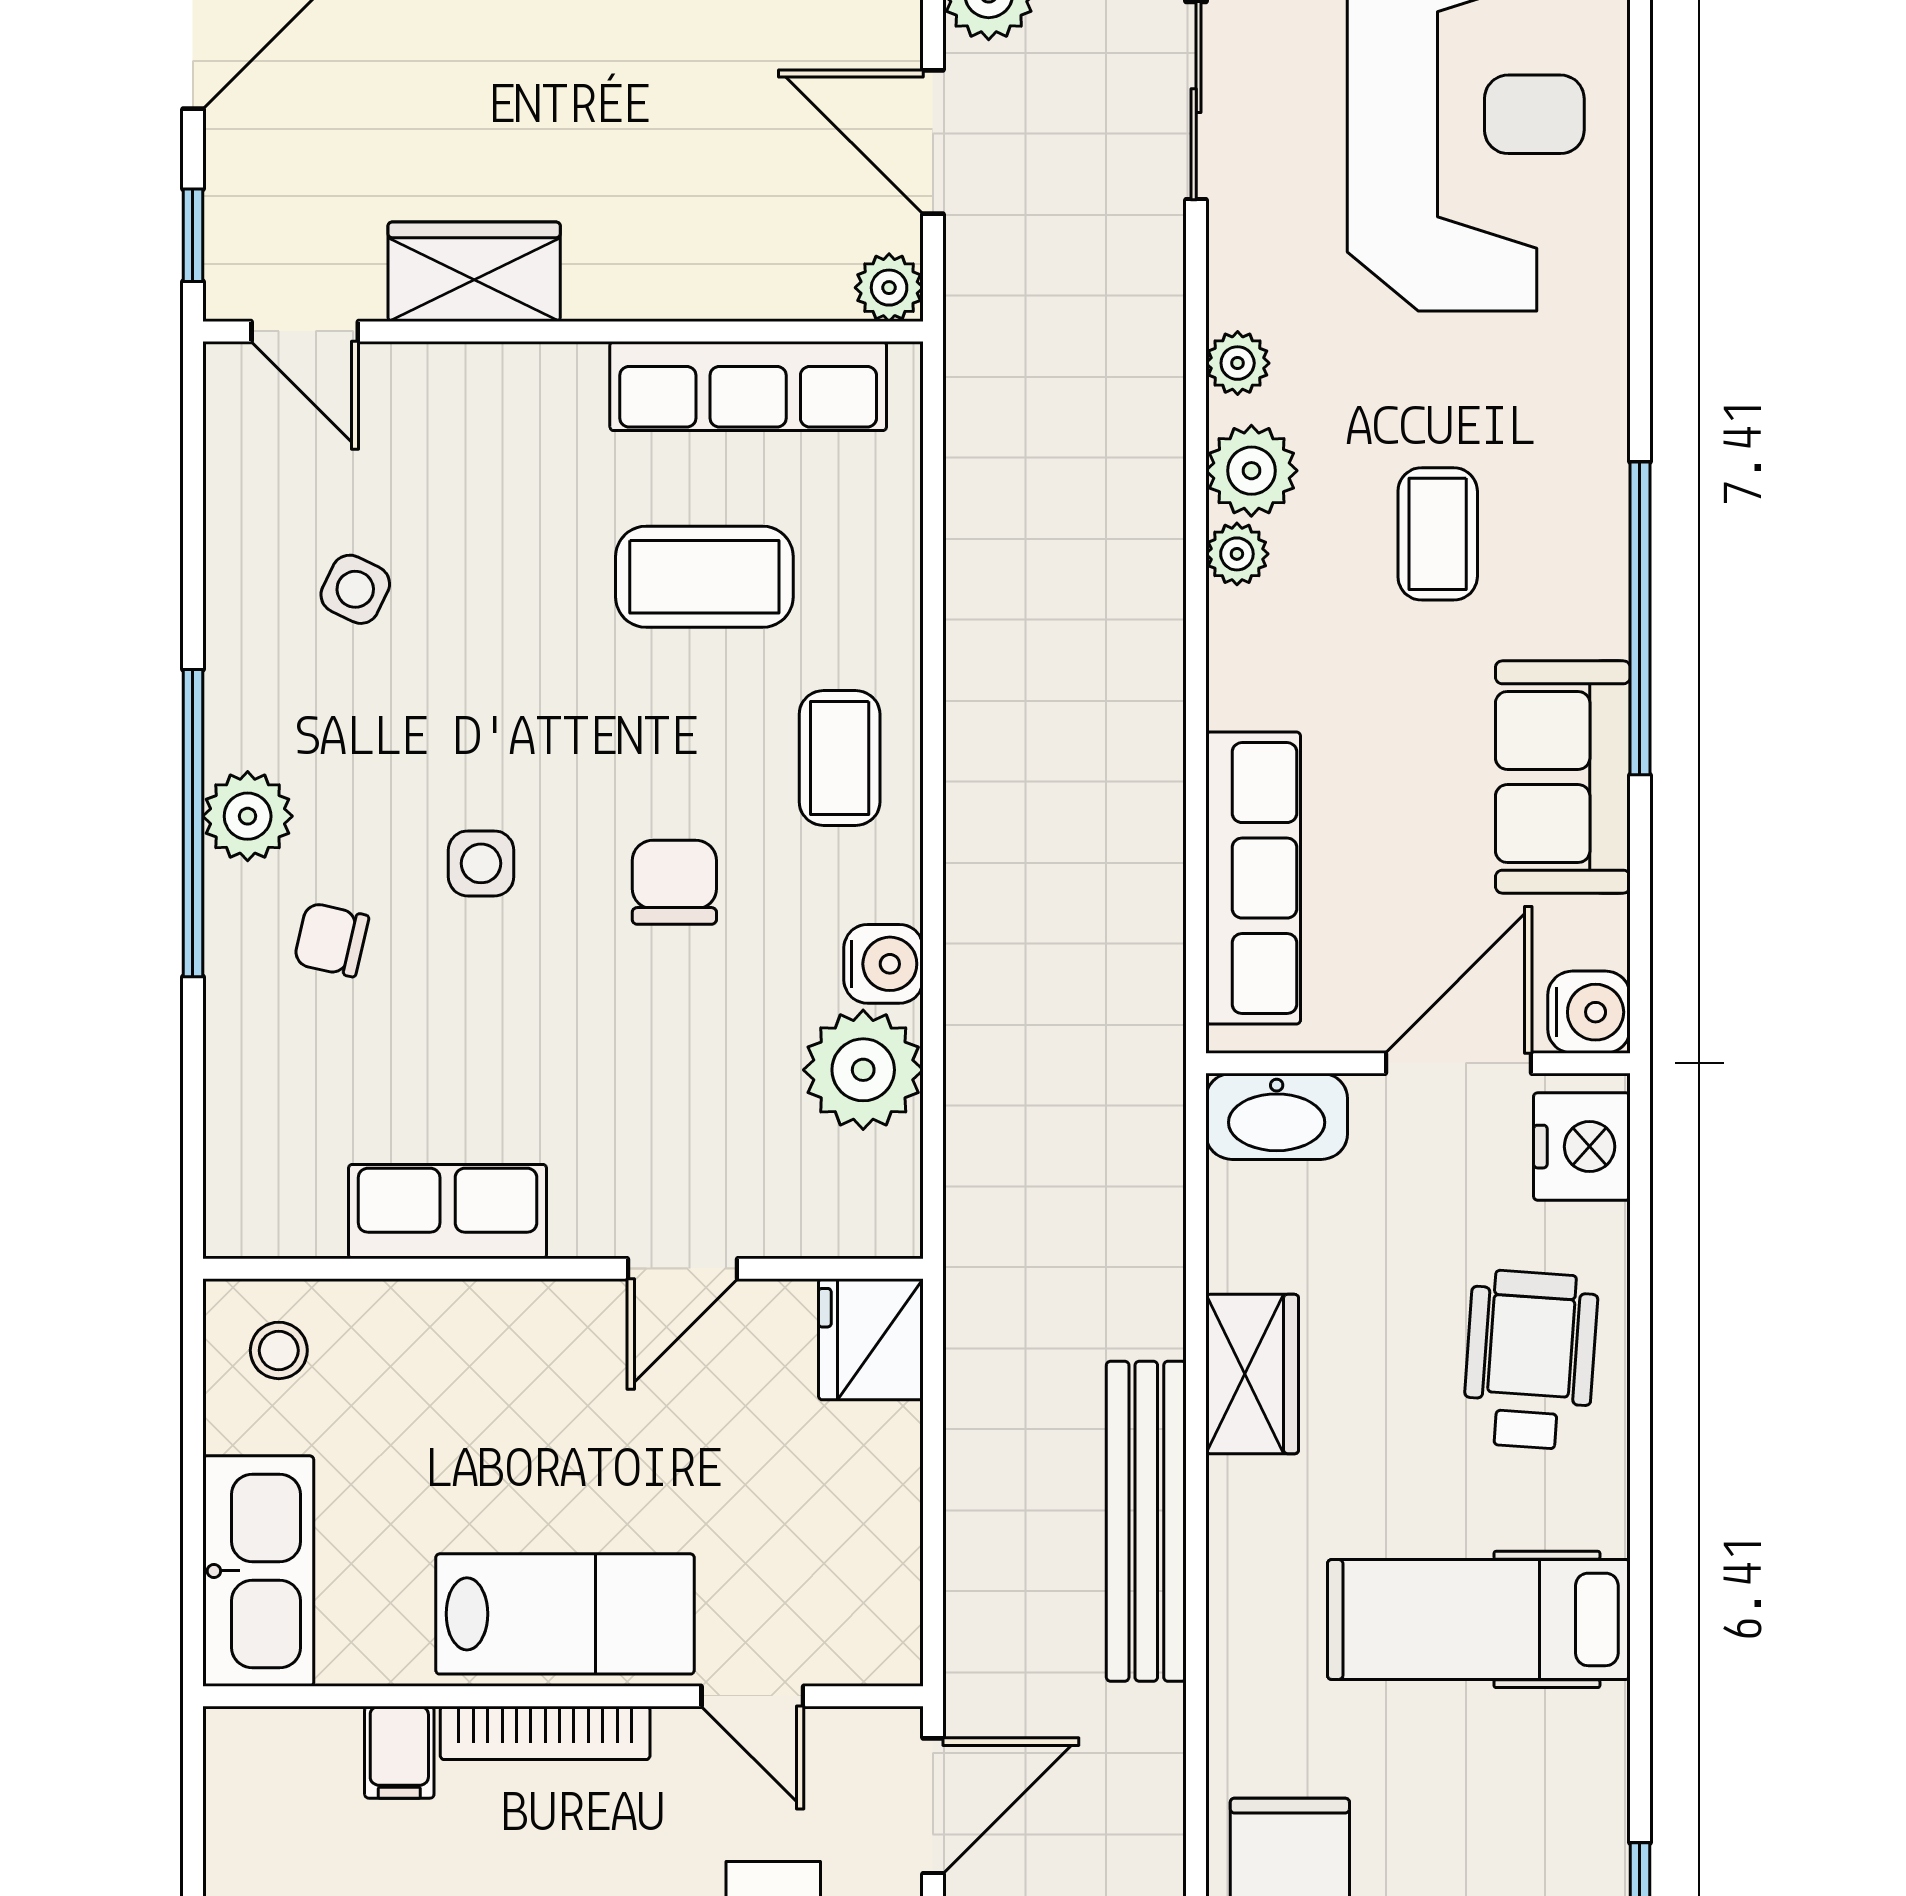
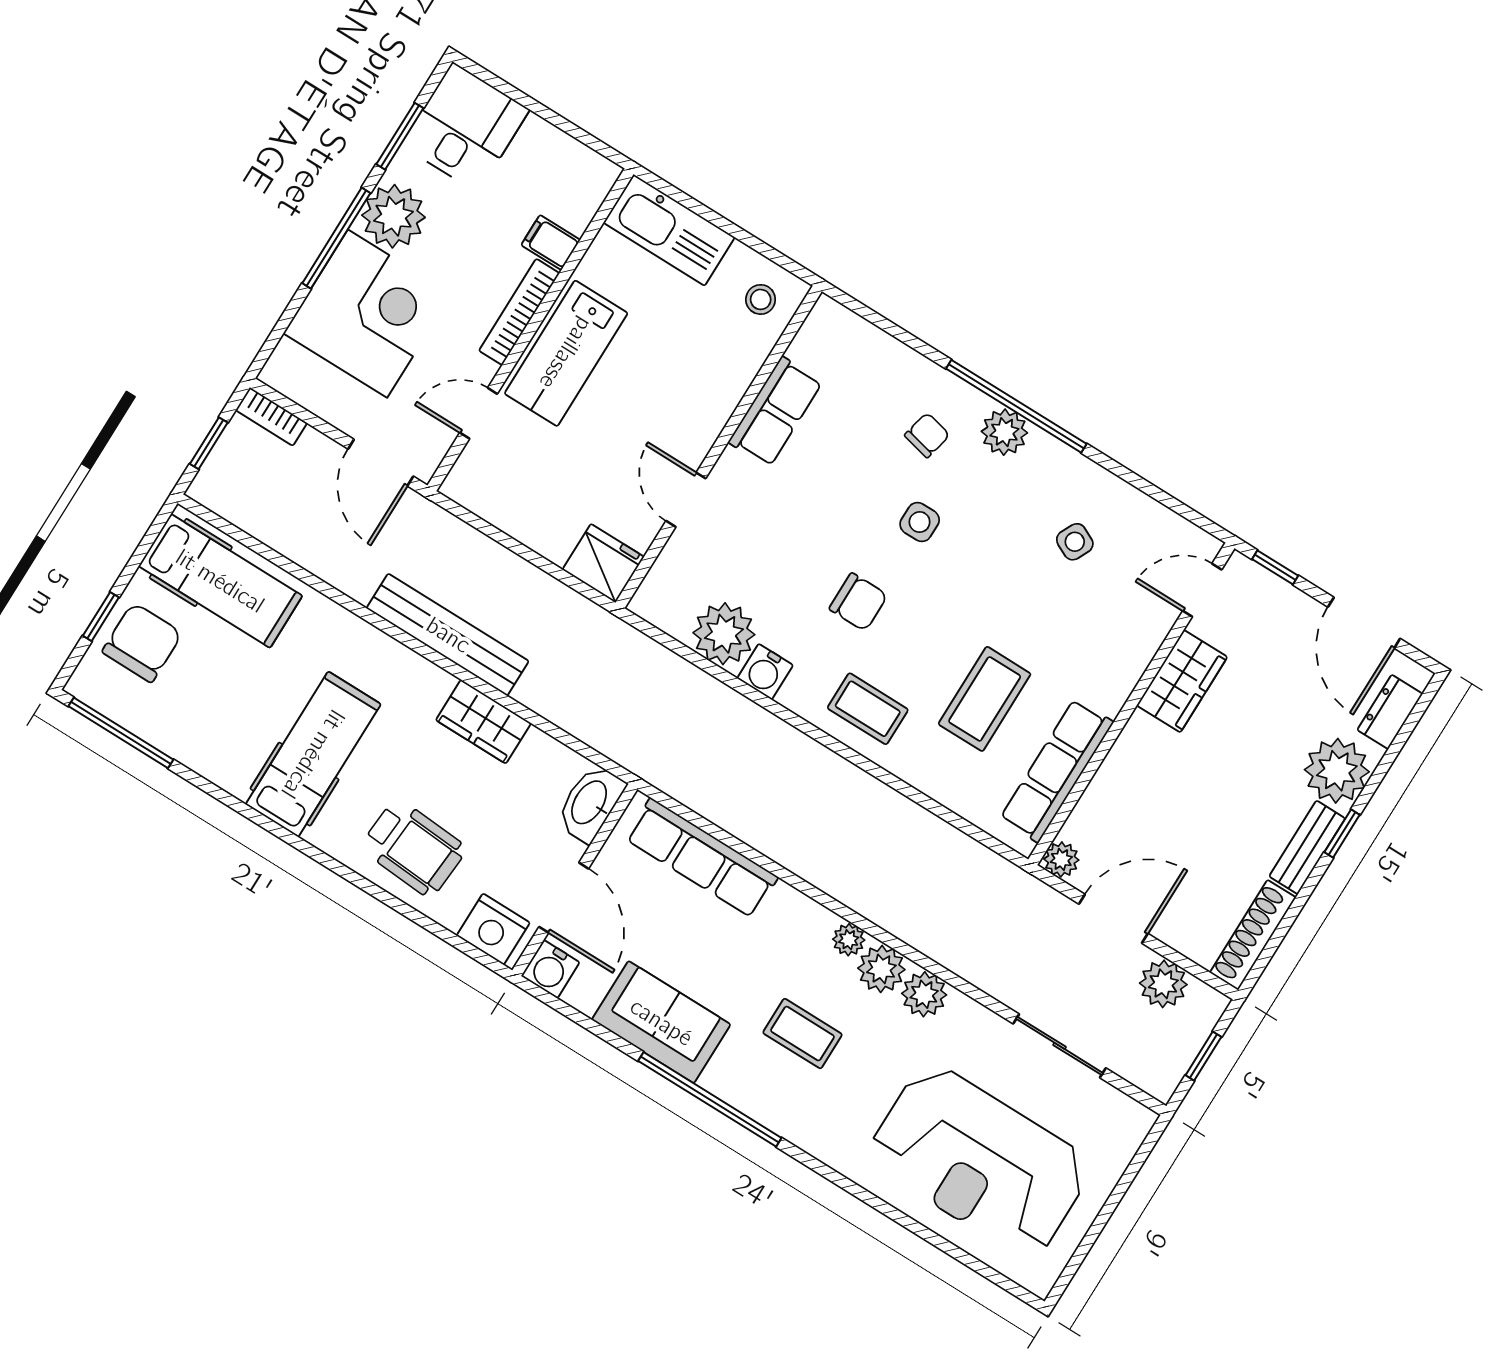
plant: (1238, 363) -> (924, 994), width x1.38, depth x1.38

